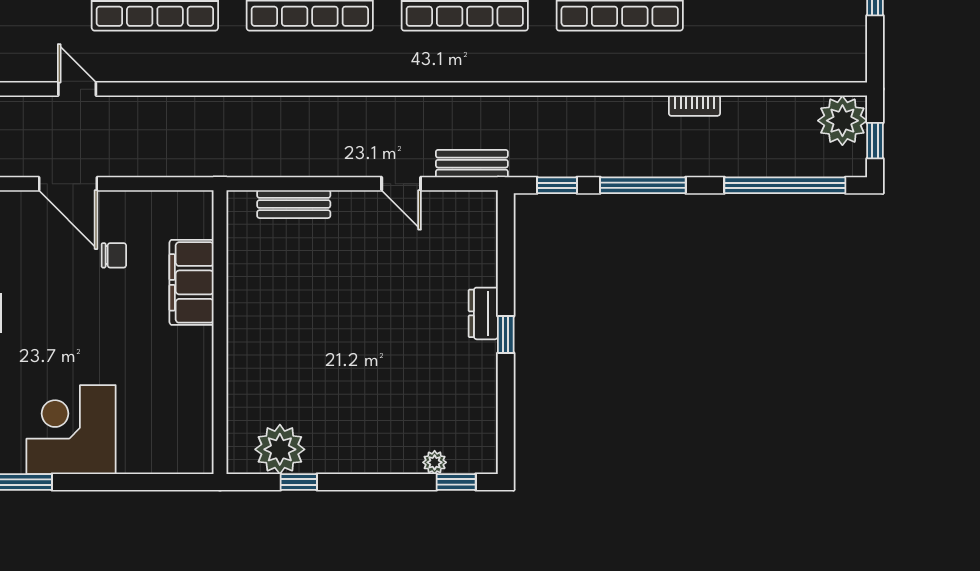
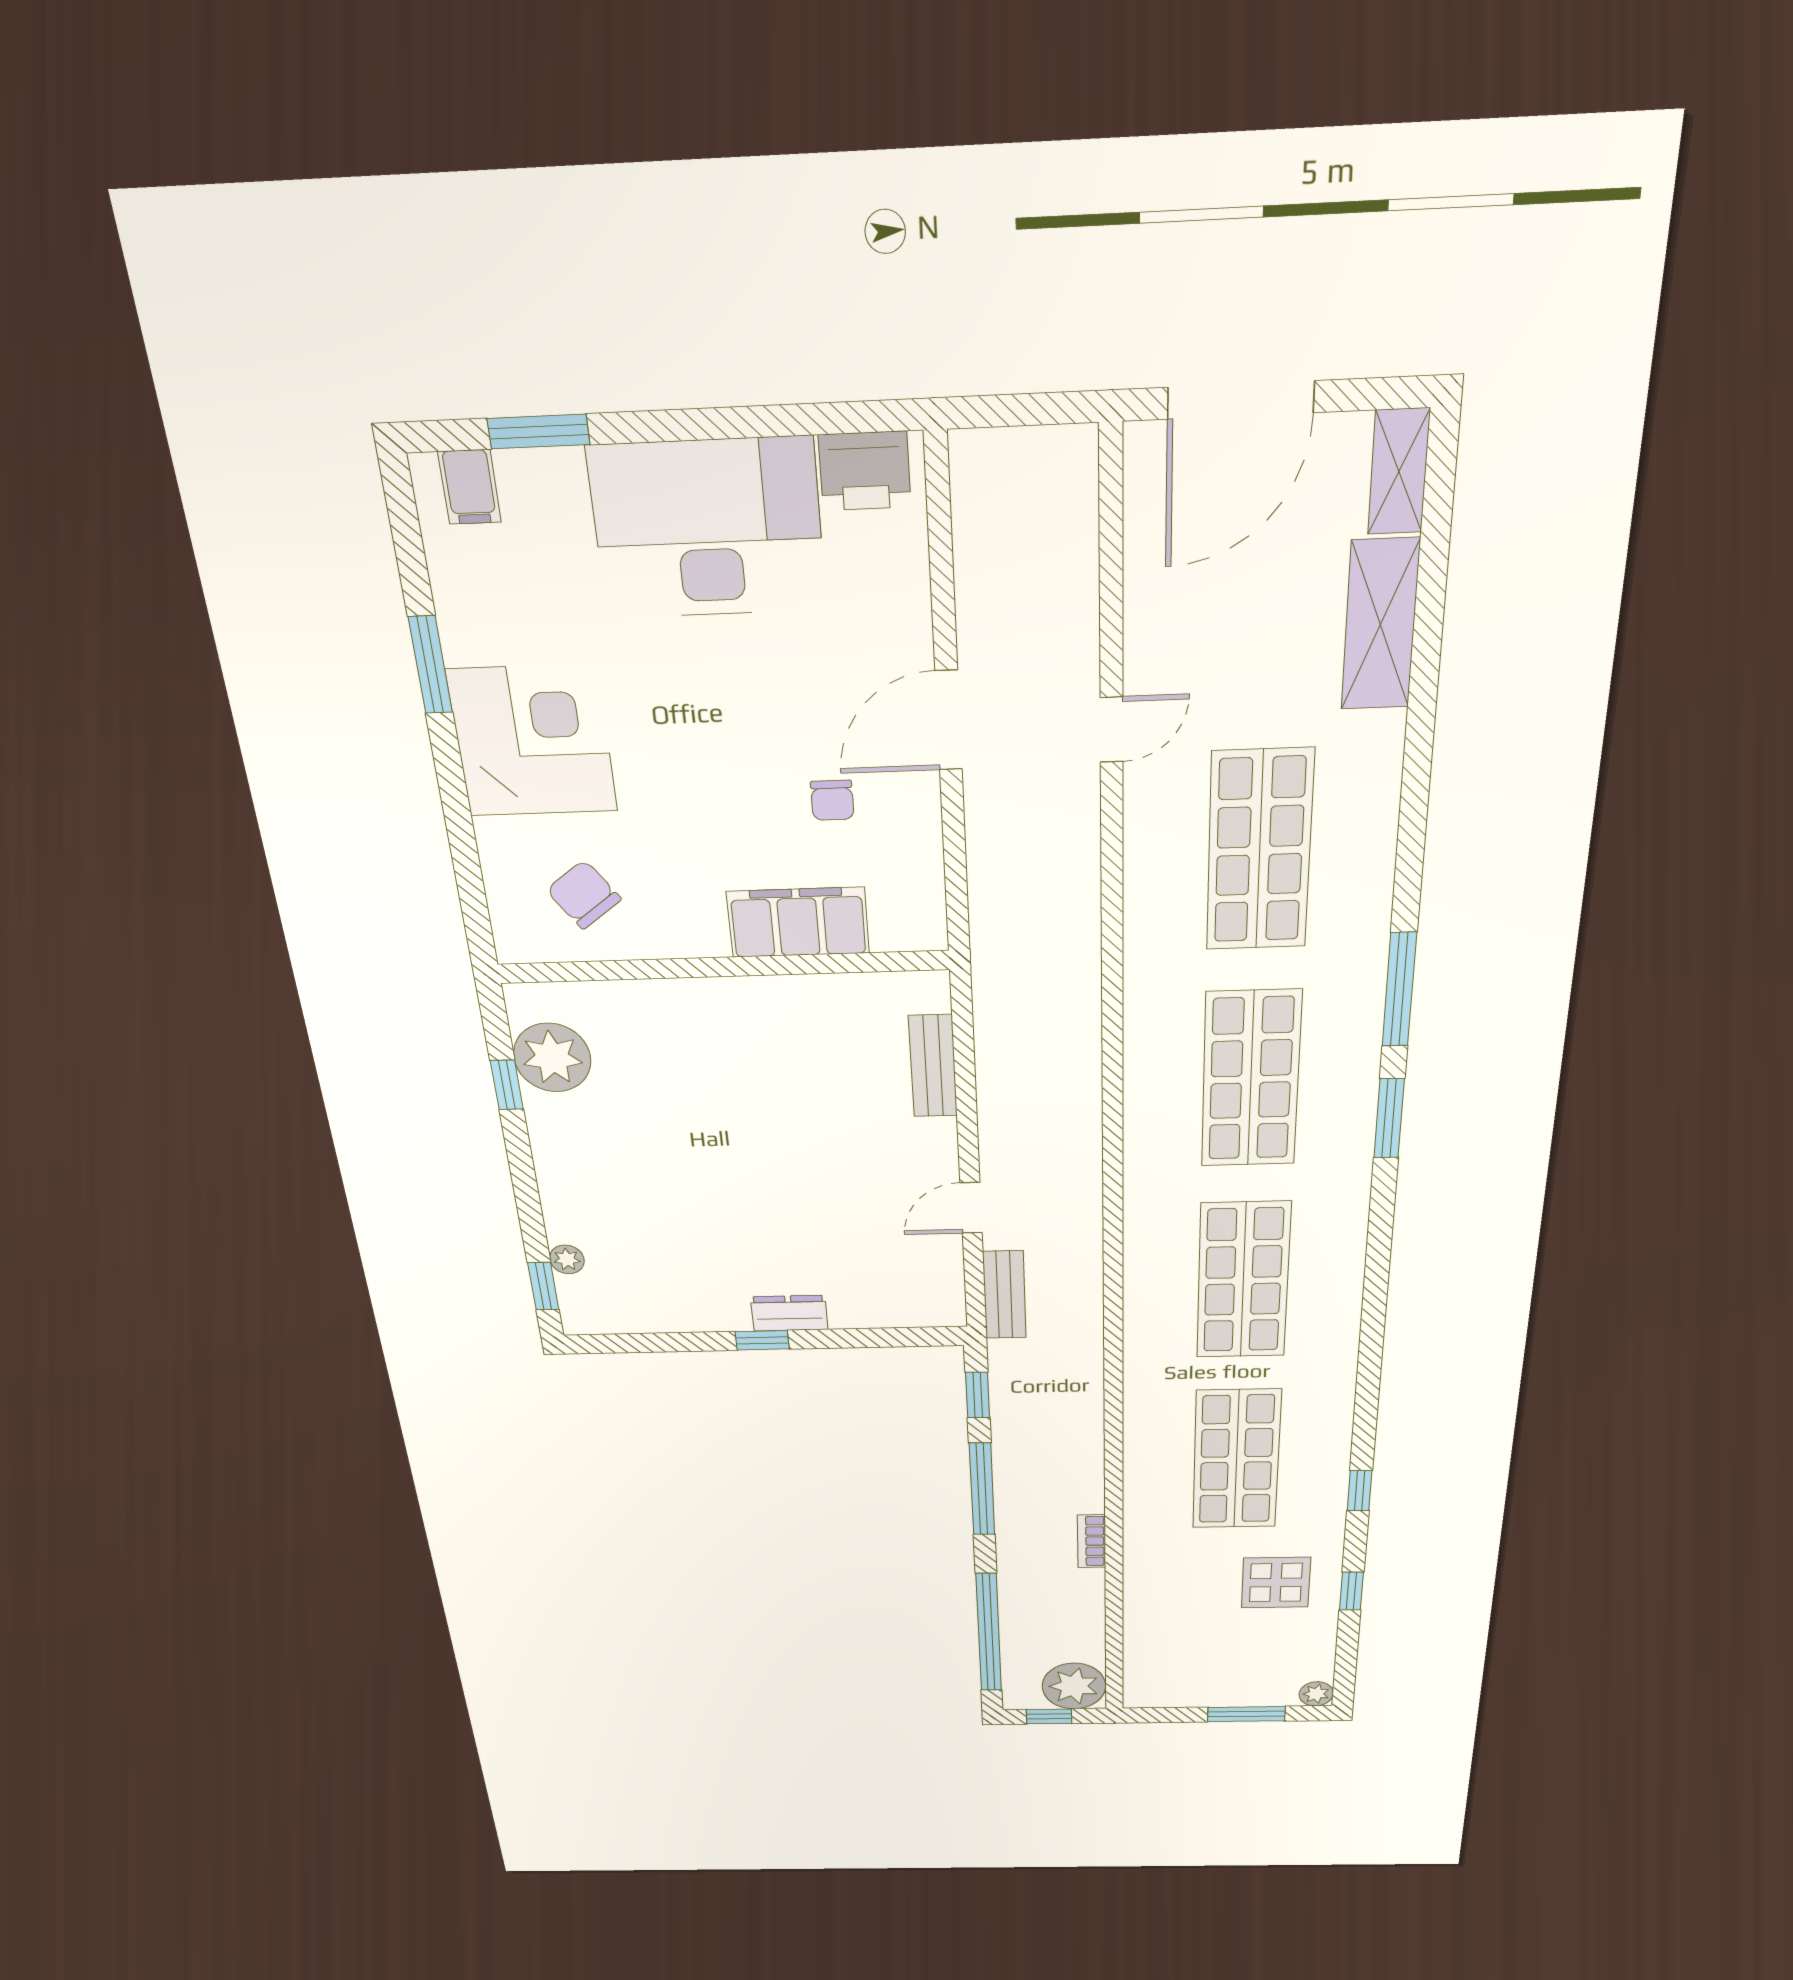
chair: (169, 413) -> (584, 895), added

